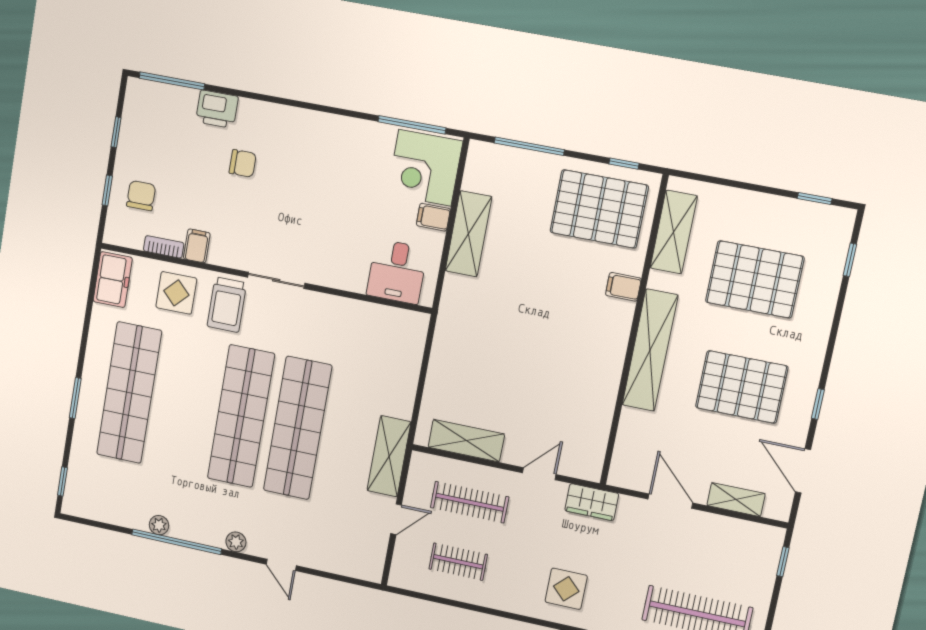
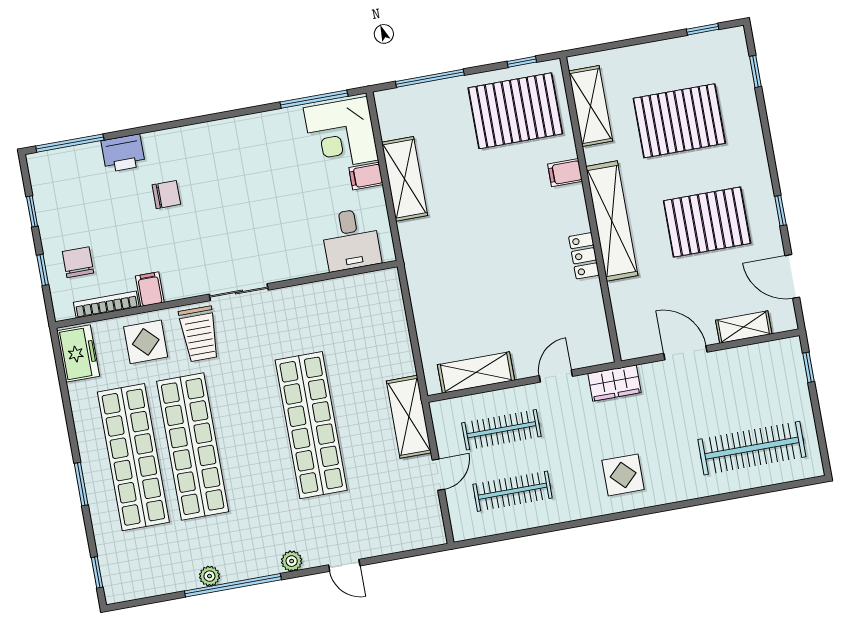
bookcase: (164, 247) -> (106, 305), width x1.56
locker: (610, 373) -> (584, 256), added
shop shelf: (241, 416) -> (193, 447), moved
clothes rail: (458, 562) -> (512, 491), width x1.36

